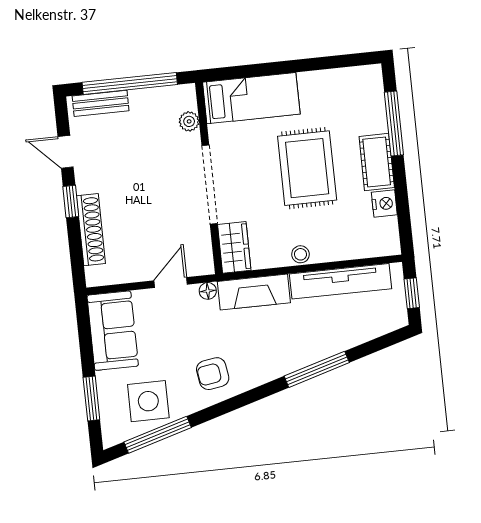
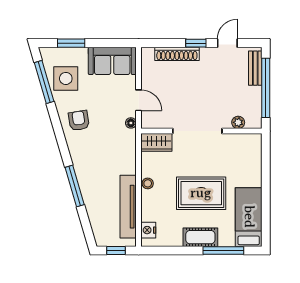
bed: (251, 98) -> (249, 217), moved, turned 180
nightstand: (384, 204) -> (148, 230), moved, turned 90
fireplace: (254, 292) -> (127, 152), removed

